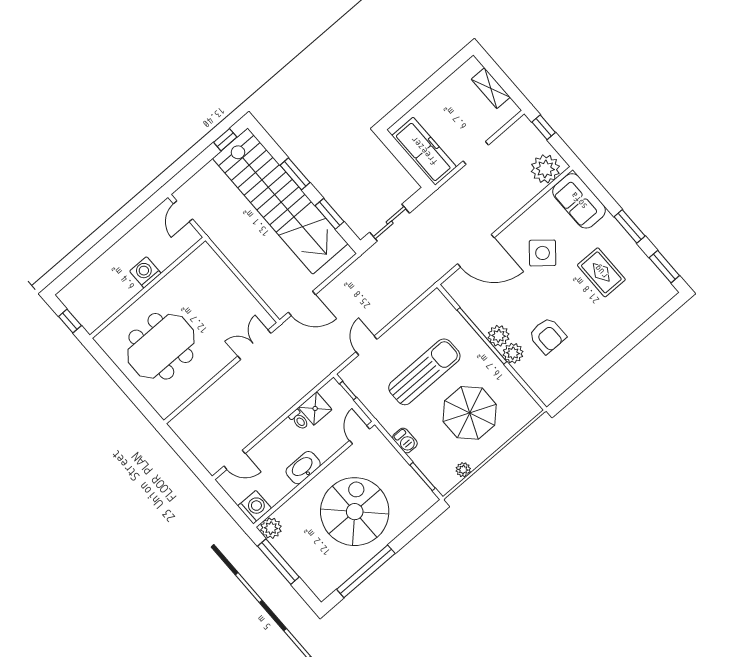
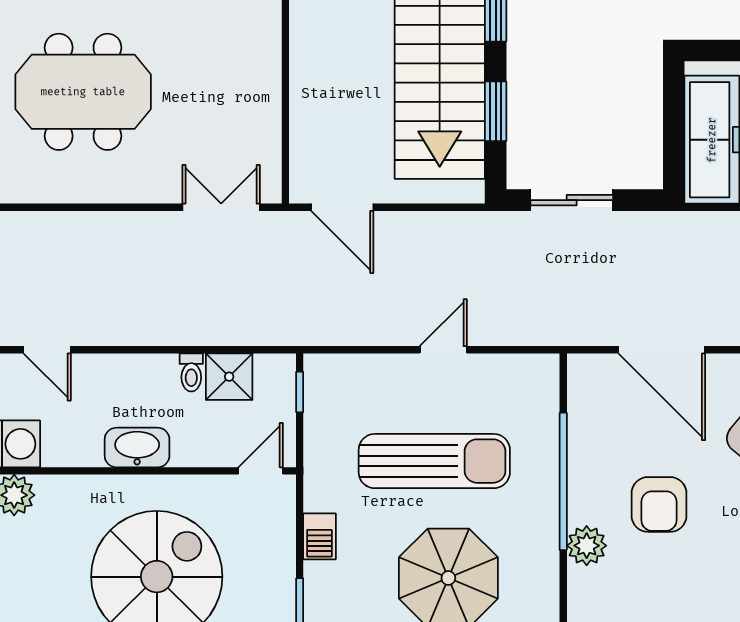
plant: (499, 336) -> (588, 502), removed
armchair: (547, 336) -> (659, 504), moved
door: (367, 345) -> (443, 350), moved

